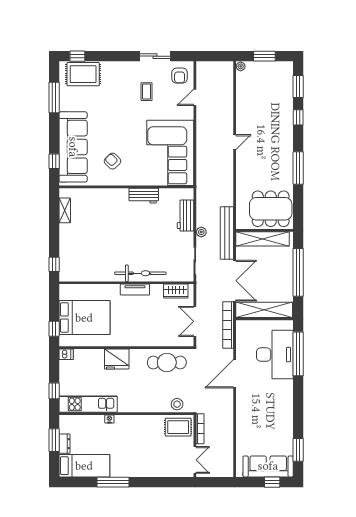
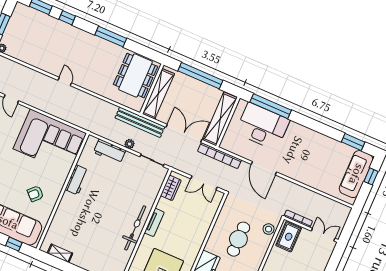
bicycle: (140, 273) -> (135, 228), moved
cafe table: (167, 363) -> (238, 239), moved

